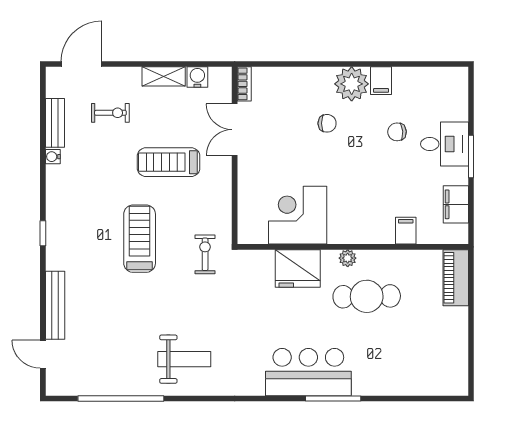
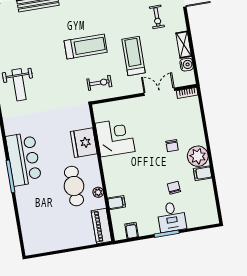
filing cabinet: (456, 204) -> (132, 230), width x0.50
exercise bike: (205, 254) -> (99, 83), moved
plant: (348, 258) -> (98, 192), moved
piano: (456, 278) -> (101, 226), moved, turned -90

